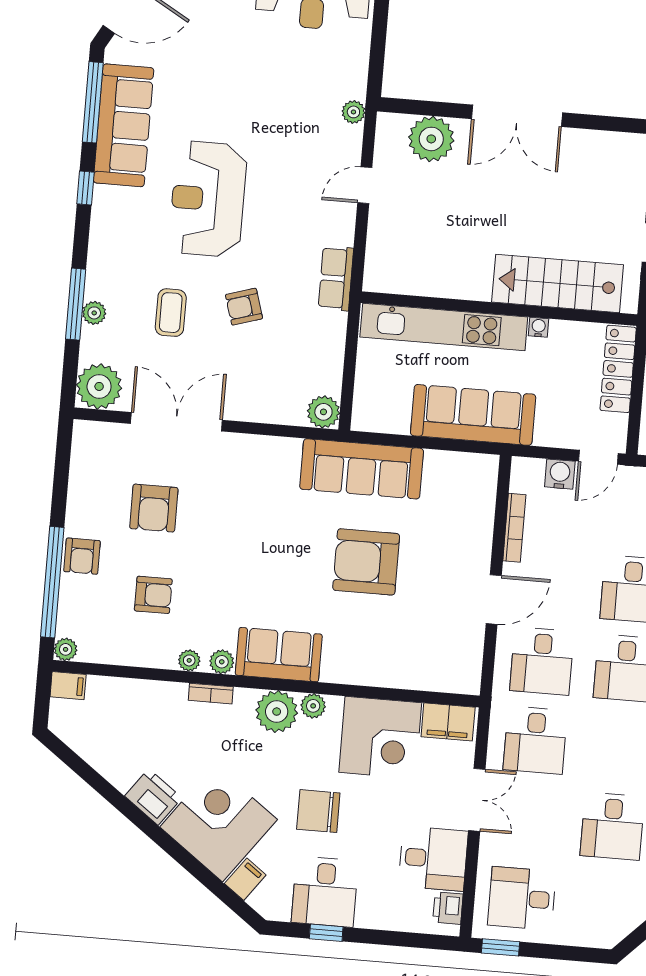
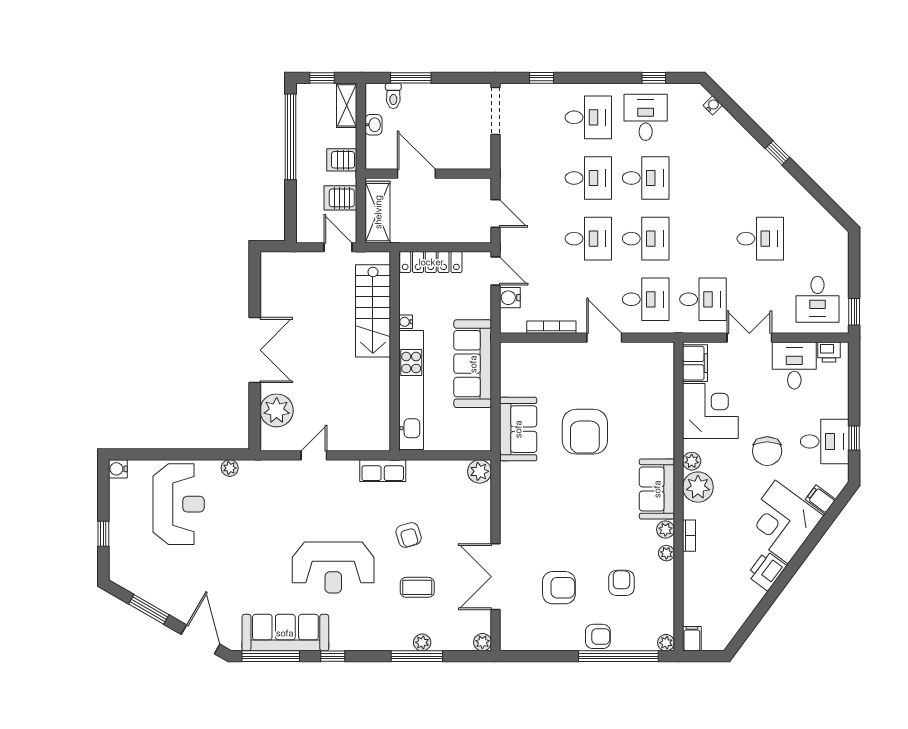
plant: (353, 112) -> (230, 468), moved
door: (365, 185) -> (314, 455), swing flipped
plant: (99, 386) -> (482, 642), width x0.53, depth x0.53
sofa: (362, 469) -> (518, 429), width x0.73

